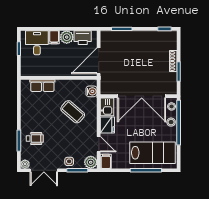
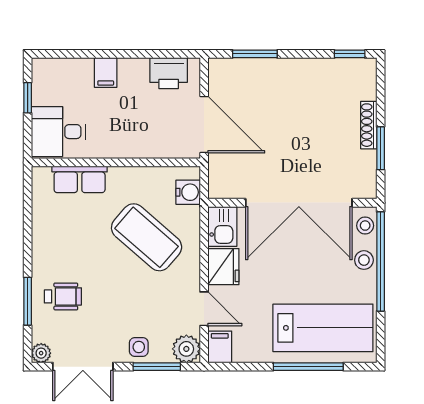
plant: (67, 37) -> (133, 72), removed
desk: (37, 43) -> (58, 132), moved, turned -90
door: (99, 61) -> (204, 125), swing flipped
coffee table: (73, 112) -> (147, 237), width x1.36, depth x1.32

